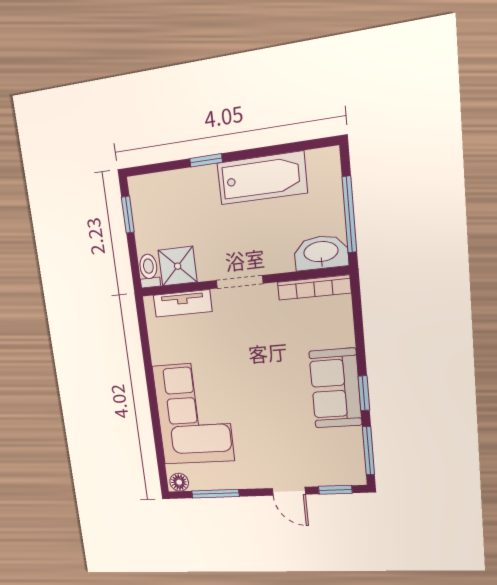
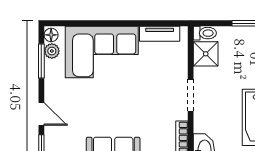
tv unit: (183, 303) -> (160, 34), moved, turned -90
plant: (200, 480) -> (52, 51), added
door: (289, 491) -> (41, 114), swing flipped

